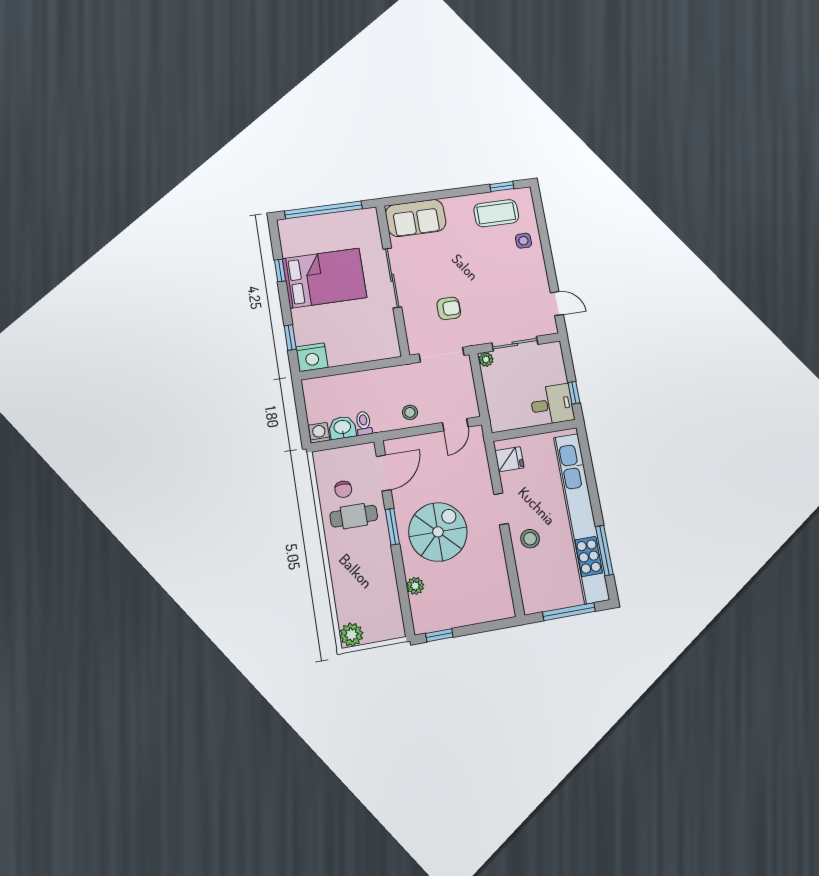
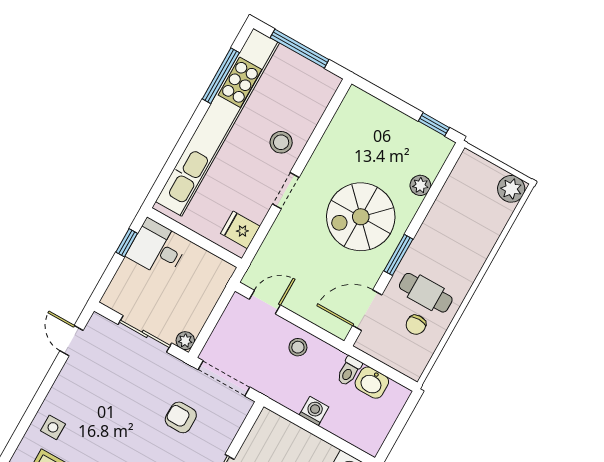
washing machine: (319, 433) -> (314, 411), moved, turned 180
chair: (343, 489) -> (416, 325), turned 180

